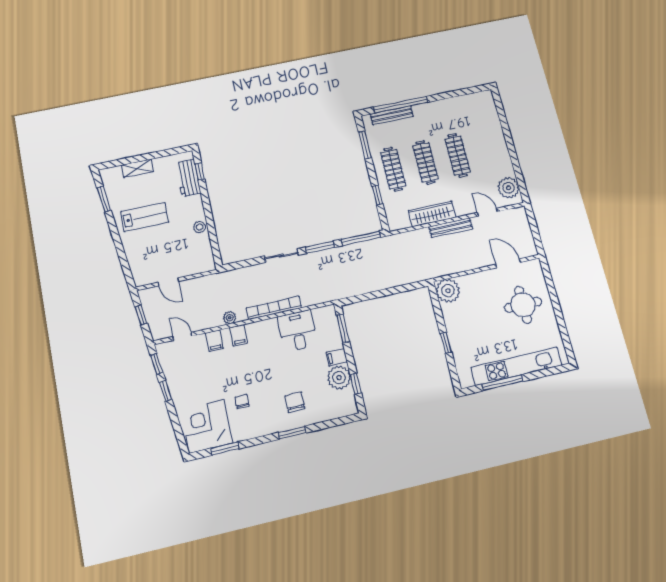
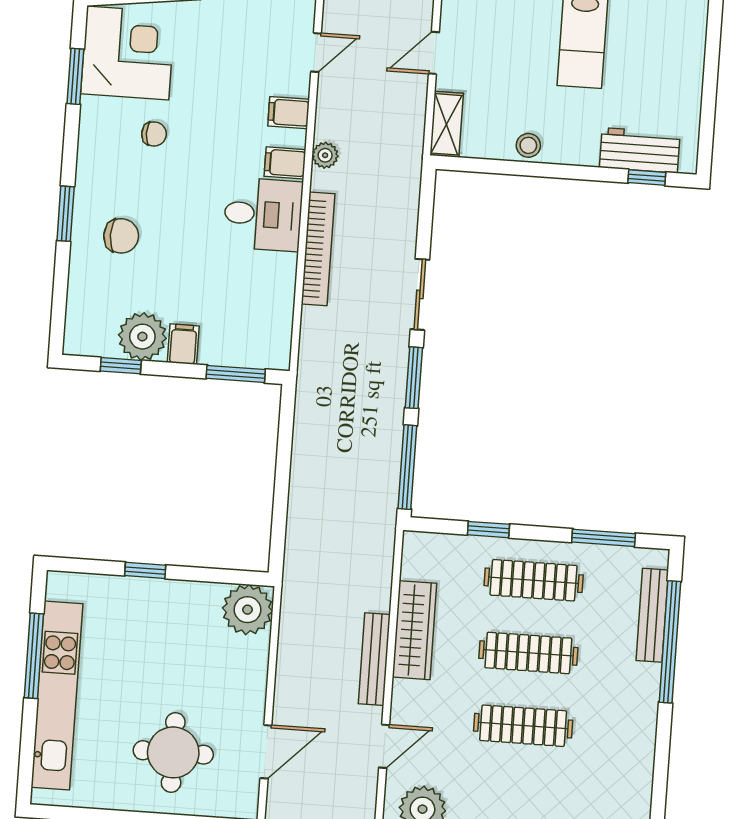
shelving: (137, 168) -> (447, 124), moved
desk: (298, 331) -> (263, 214), moved

